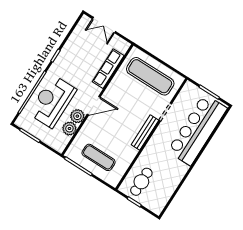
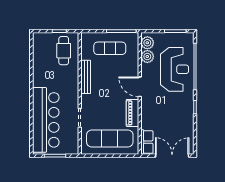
double door: (104, 25) -> (172, 156), width x1.37
row of seats: (108, 69) -> (147, 142), moved, width x0.68
piano: (115, 86) -> (133, 113), added
door: (94, 106) -> (140, 87), hinge flipped
plant: (77, 116) -> (147, 43), moved
bench: (145, 133) -> (86, 77), moved

